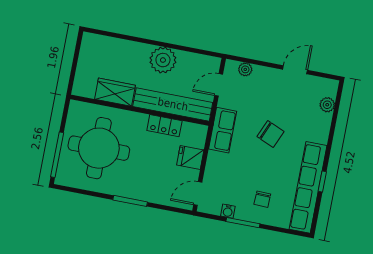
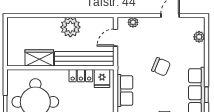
row of seats: (223, 130) -> (125, 90), moved
fridge: (190, 157) -> (102, 79), moved, turned -90

